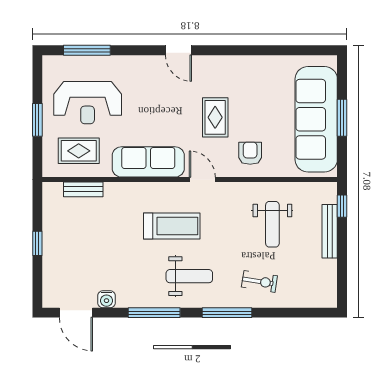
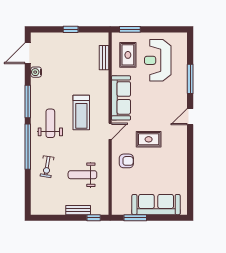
window: (87, 50) -> (190, 79), moved
window: (342, 118) -> (135, 218), moved
sofa: (316, 119) -> (156, 205), width x0.74, depth x0.79
window: (37, 120) -> (130, 29), moved
bench: (330, 231) -> (78, 210), width x0.73
weight bench: (189, 276) -> (50, 123), turned 180
window: (227, 313) -> (28, 147), width x1.46

